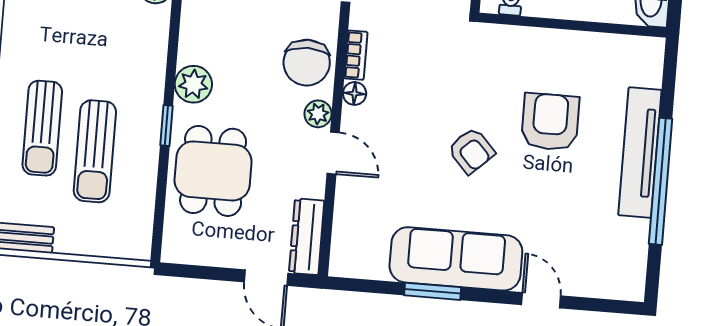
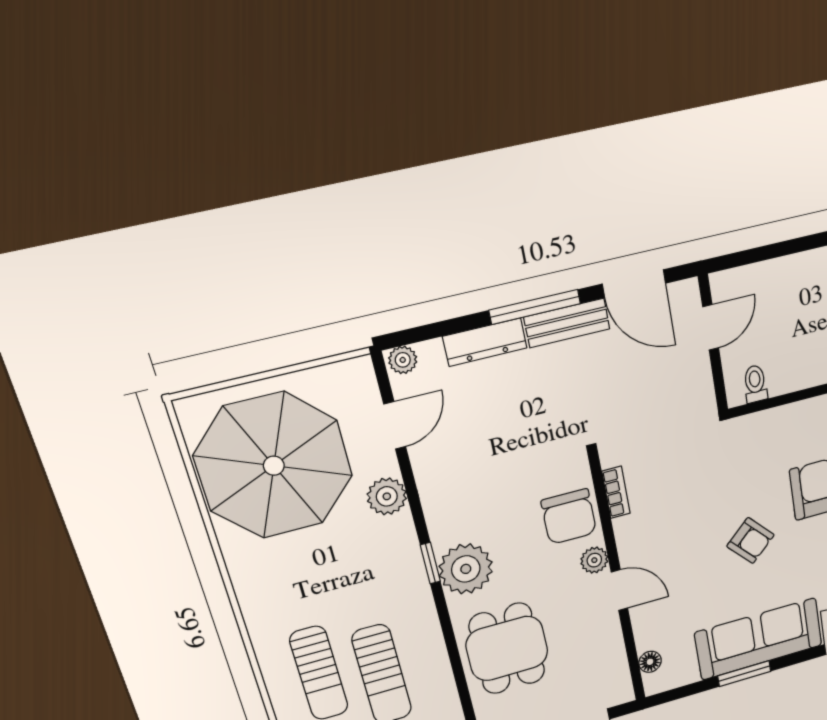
plant: (193, 84) -> (466, 569), width x1.36, depth x1.36
floor lamp: (355, 93) -> (650, 662), moved
window: (167, 126) -> (430, 563), moved
dresser: (307, 237) -> (616, 672), removed

